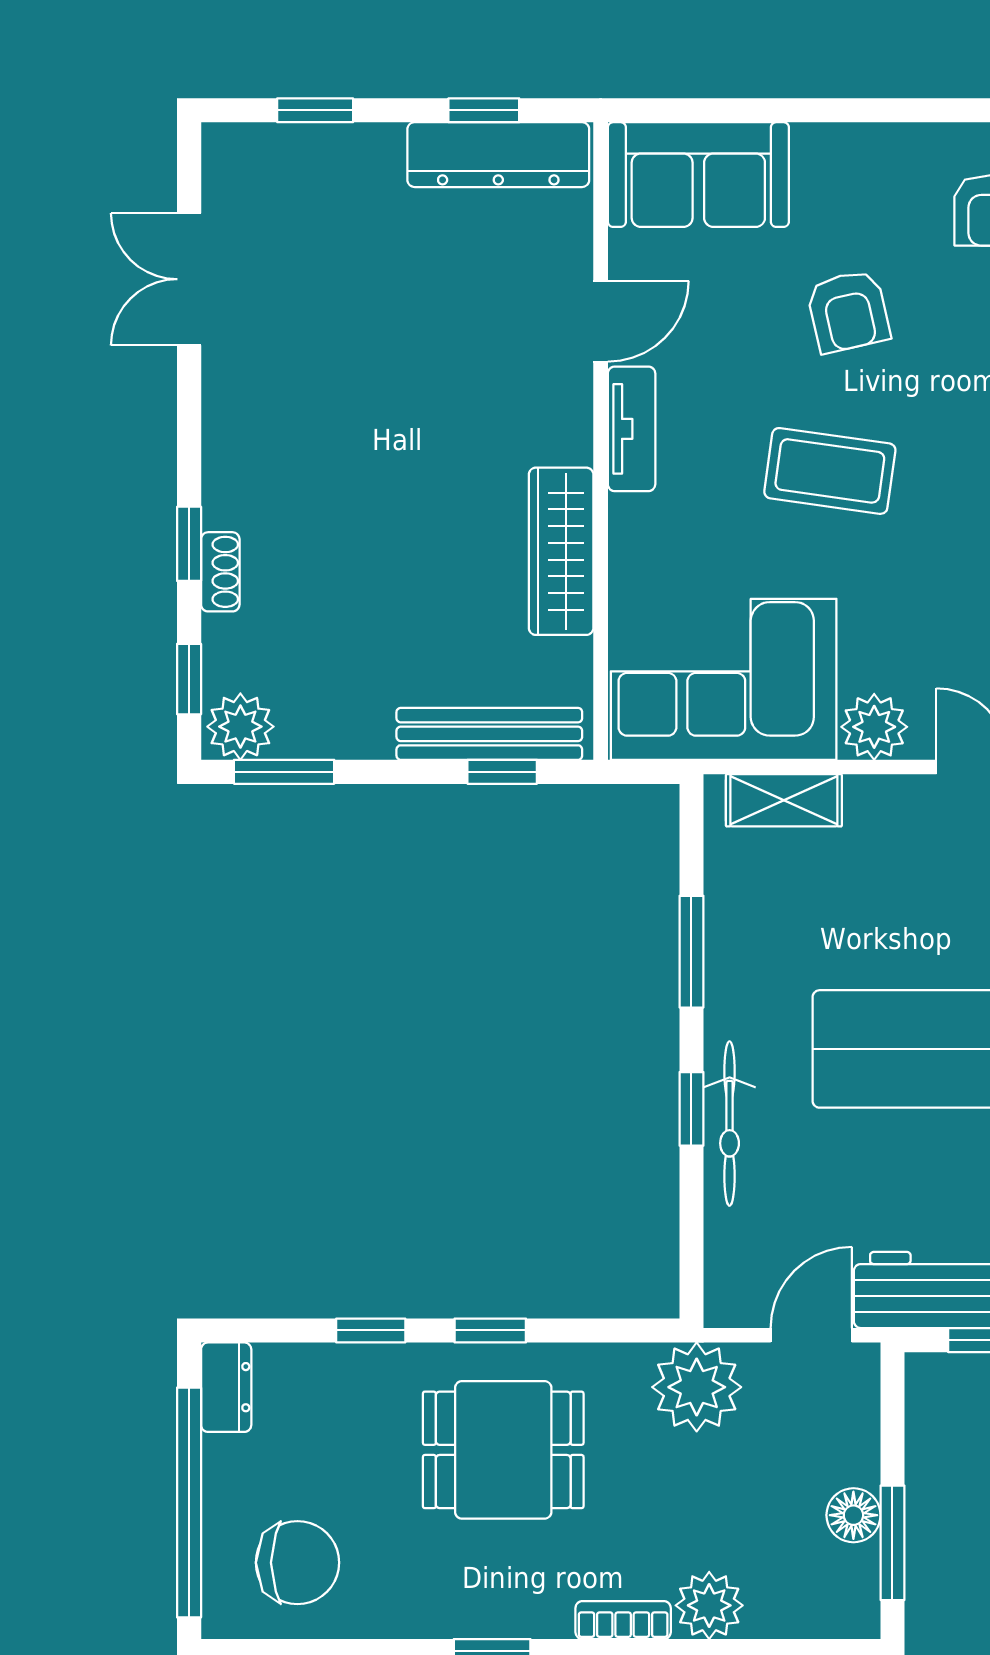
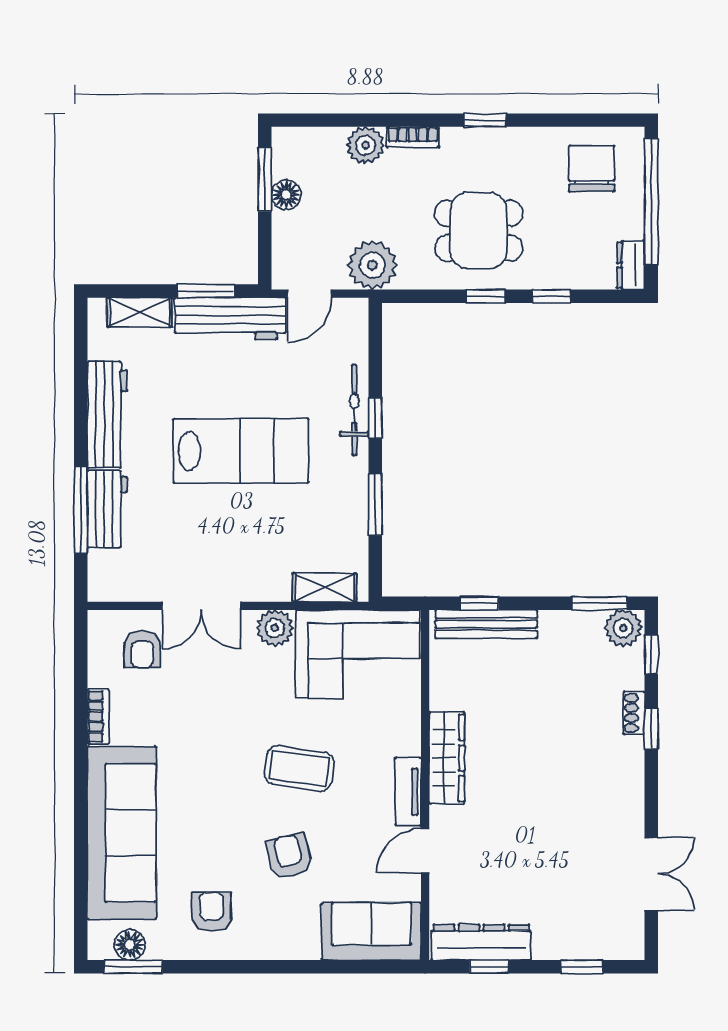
wardrobe: (561, 551) -> (447, 758), moved
chair: (297, 1563) -> (592, 169), turned 90

